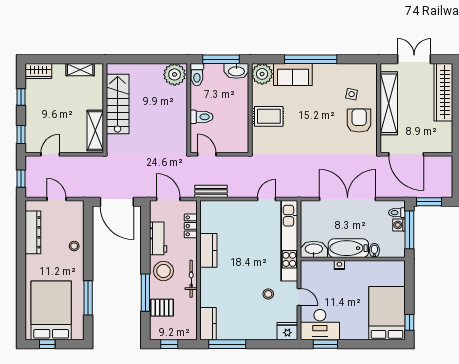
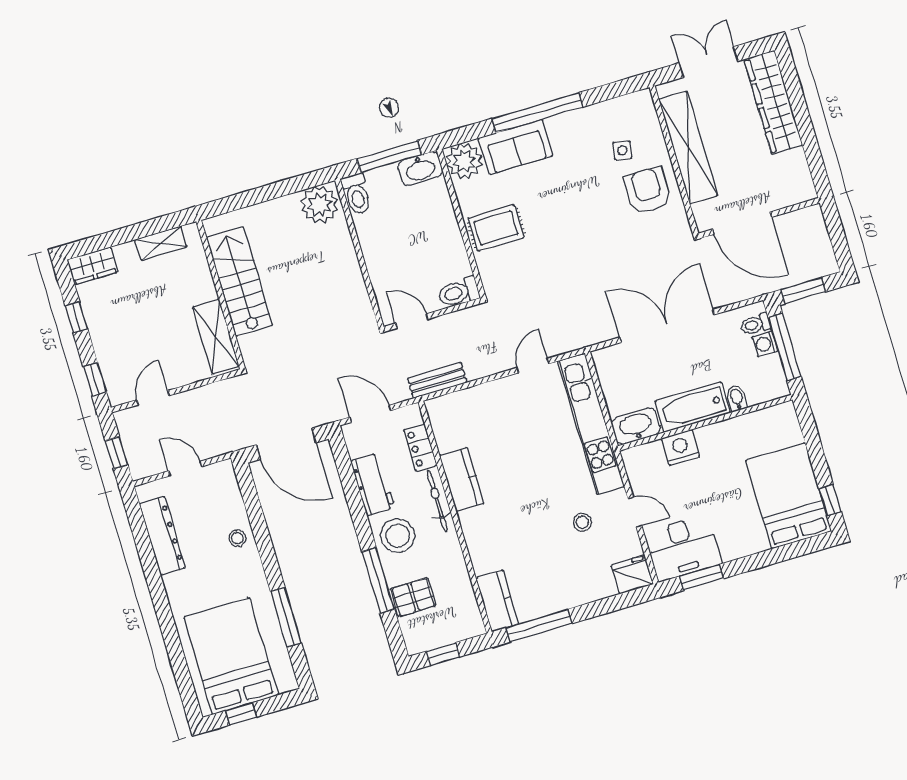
toilet: (201, 117) -> (459, 292), moved, turned 180
nightstand: (339, 265) -> (681, 448), width x1.89, depth x1.79
bicycle: (191, 279) -> (437, 501), moved

